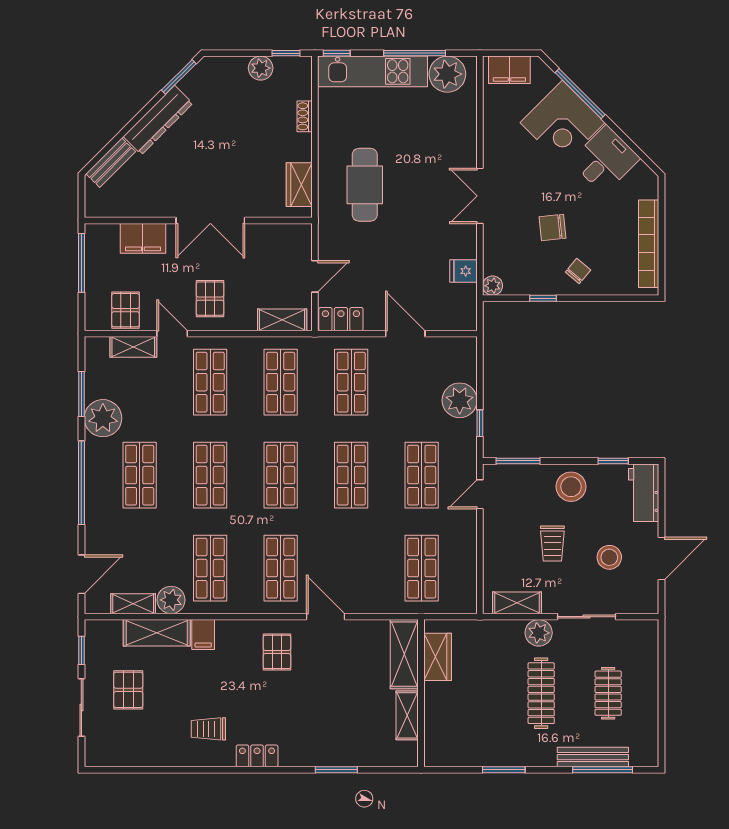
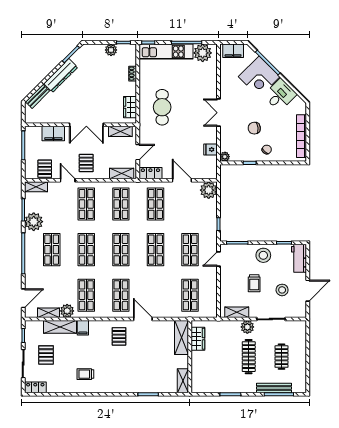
shelving: (279, 234) -> (120, 131), added
shelving: (133, 347) -> (36, 187), moved
plant: (460, 400) -> (209, 190), moved
shelving: (407, 715) -> (183, 381), moved
locker: (257, 756) -> (35, 387), moved

